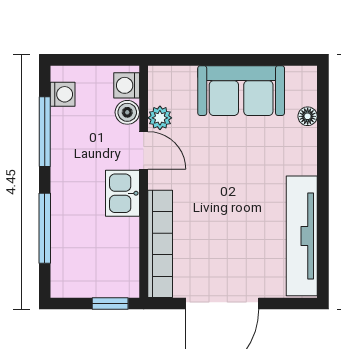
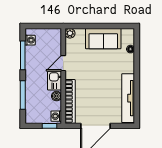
washing machine: (127, 85) -> (56, 116), moved
boiler: (127, 112) -> (57, 96), moved
plant: (160, 118) -> (70, 33), moved
door: (144, 150) -> (63, 63), swing flipped

